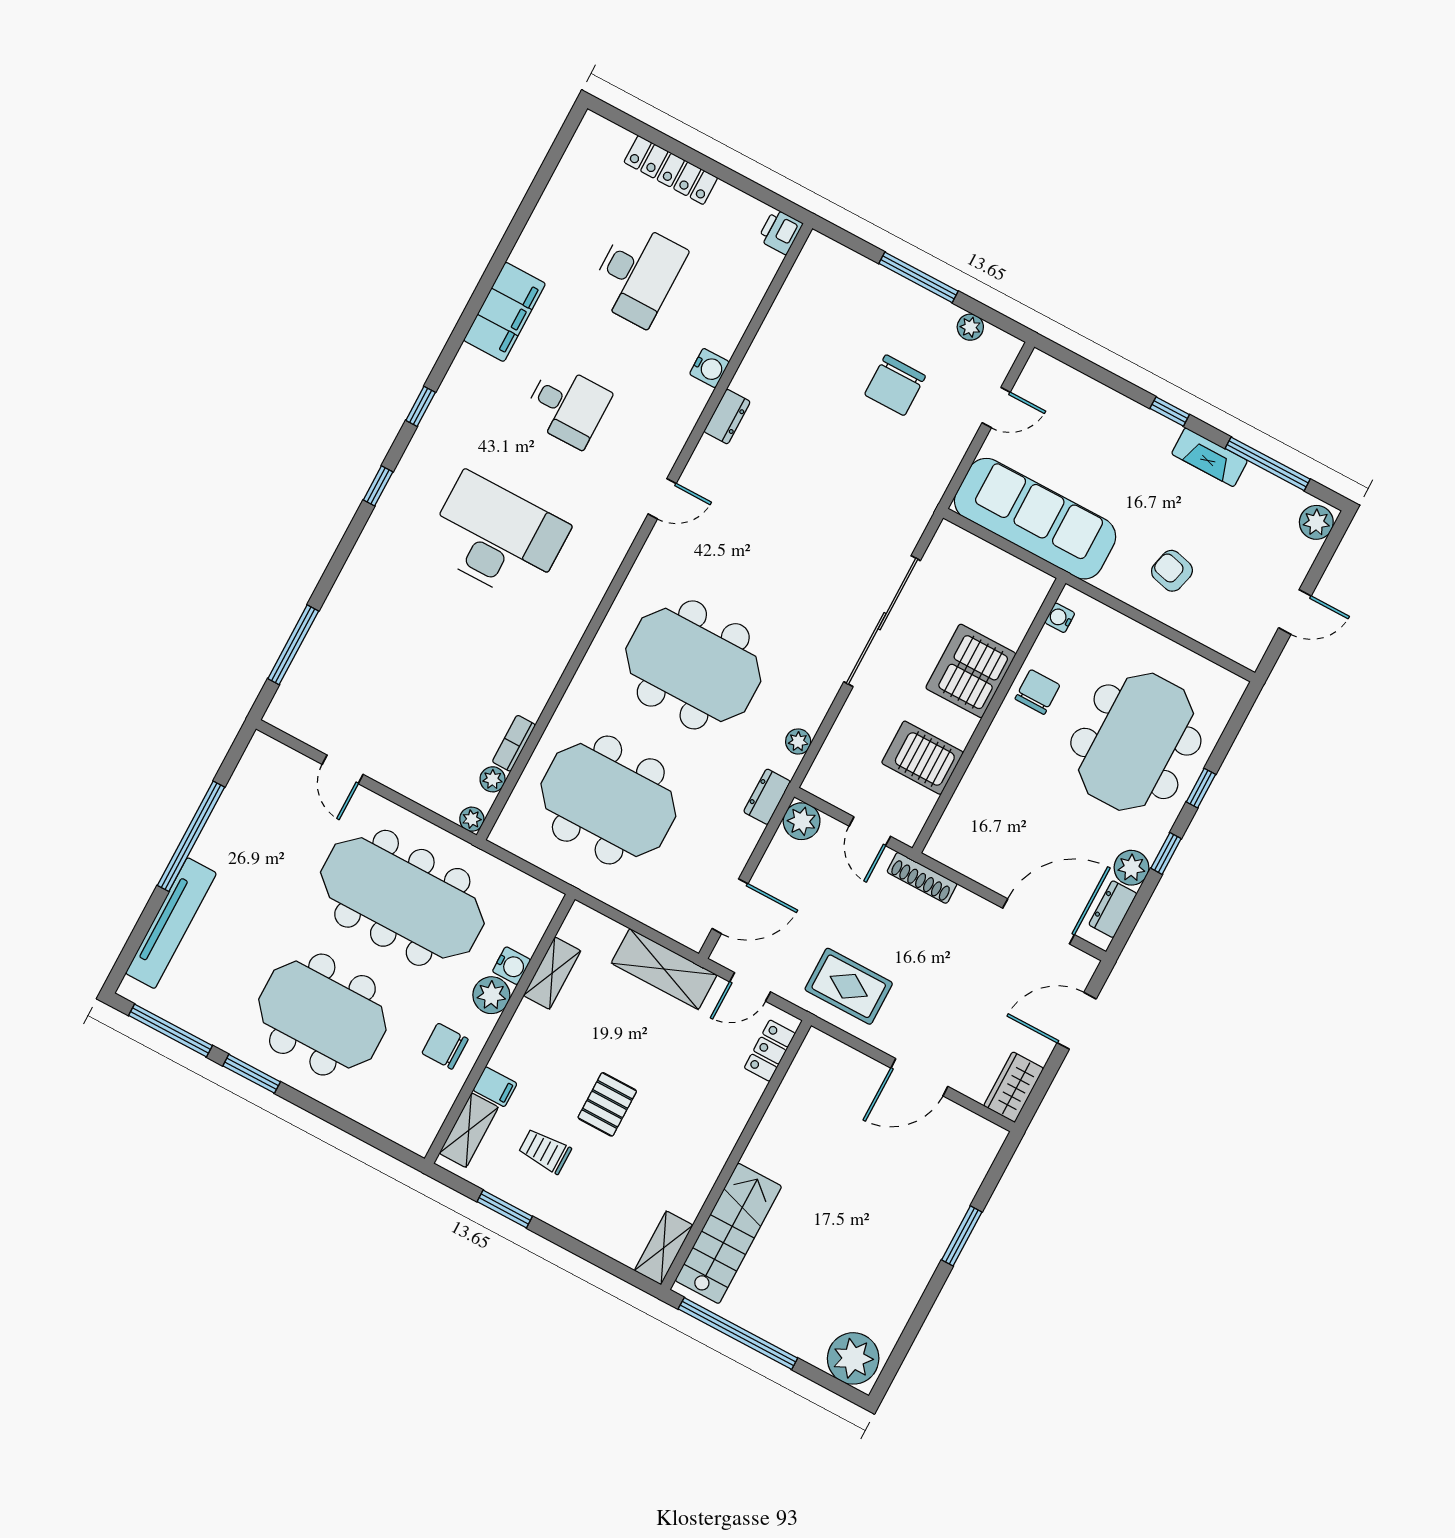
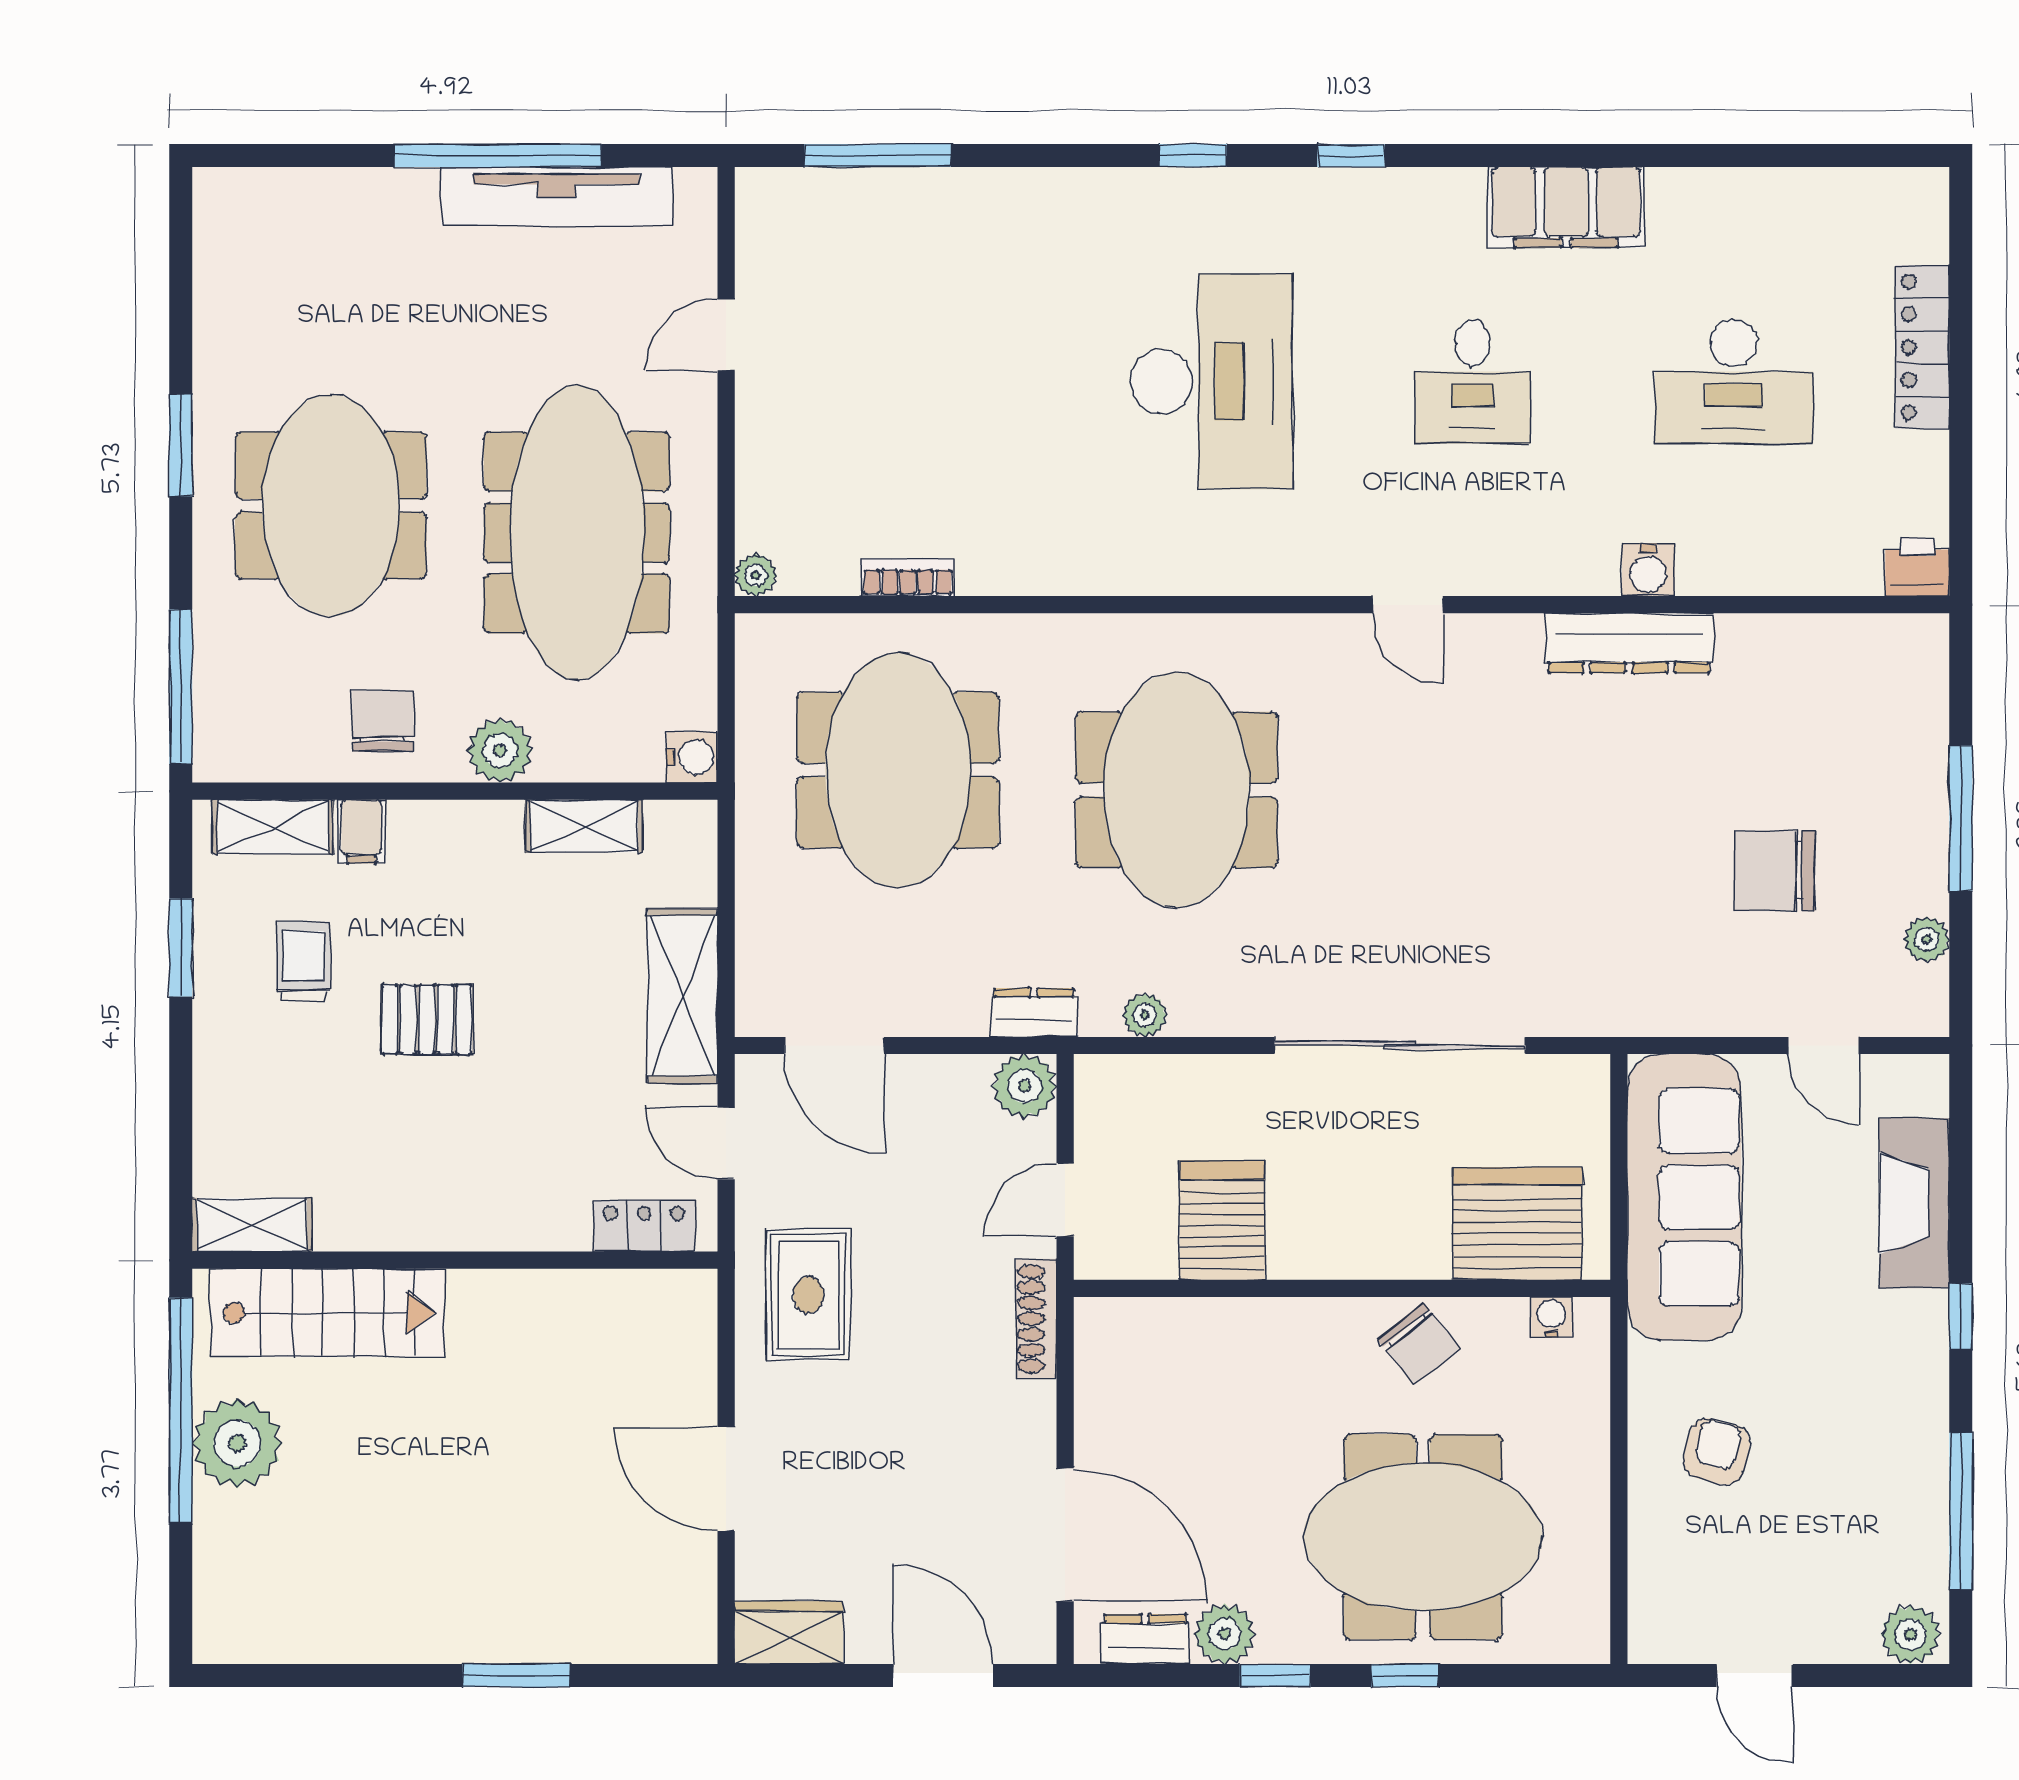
dresser: (727, 417) -> (1629, 643), width x1.96, depth x1.24
fireplace: (1209, 457) -> (1914, 1203), moved, width x1.37, depth x1.32
server rack: (971, 671) -> (1517, 1224), moved
chair: (1037, 692) -> (1419, 1344), turned 51
plant: (493, 779) -> (834, 574), removed
tv unit: (171, 923) -> (557, 196), moved
water cooler: (512, 966) -> (692, 757), moved, turned -90
window: (170, 1030) -> (181, 687), moved
plant: (853, 1358) -> (237, 1443), moved

